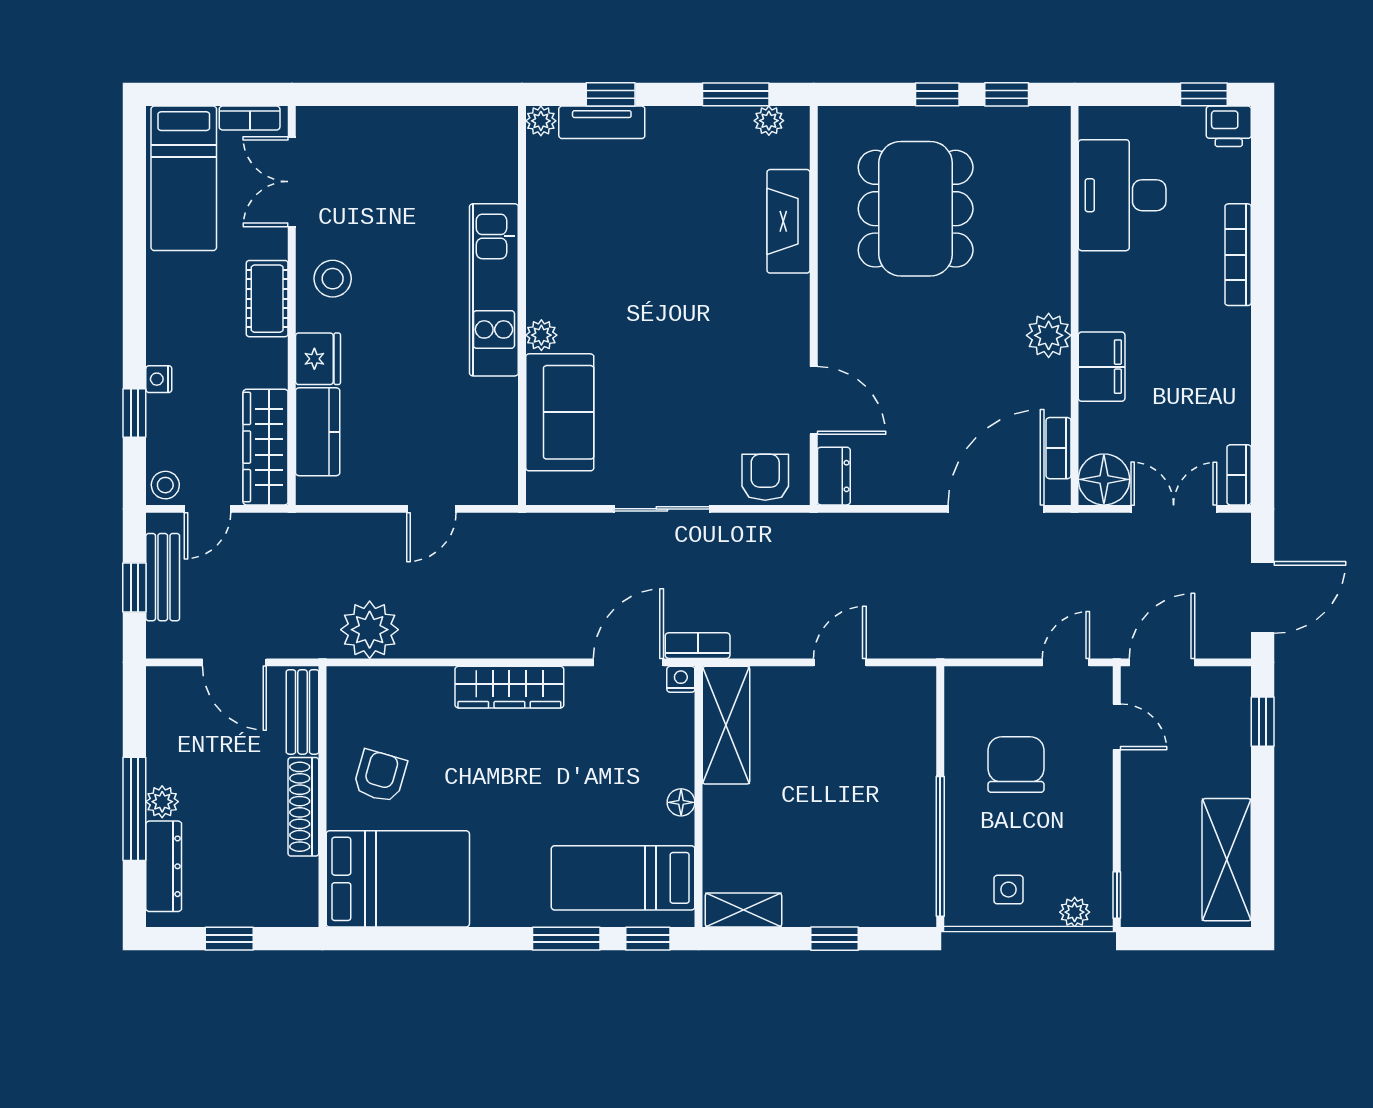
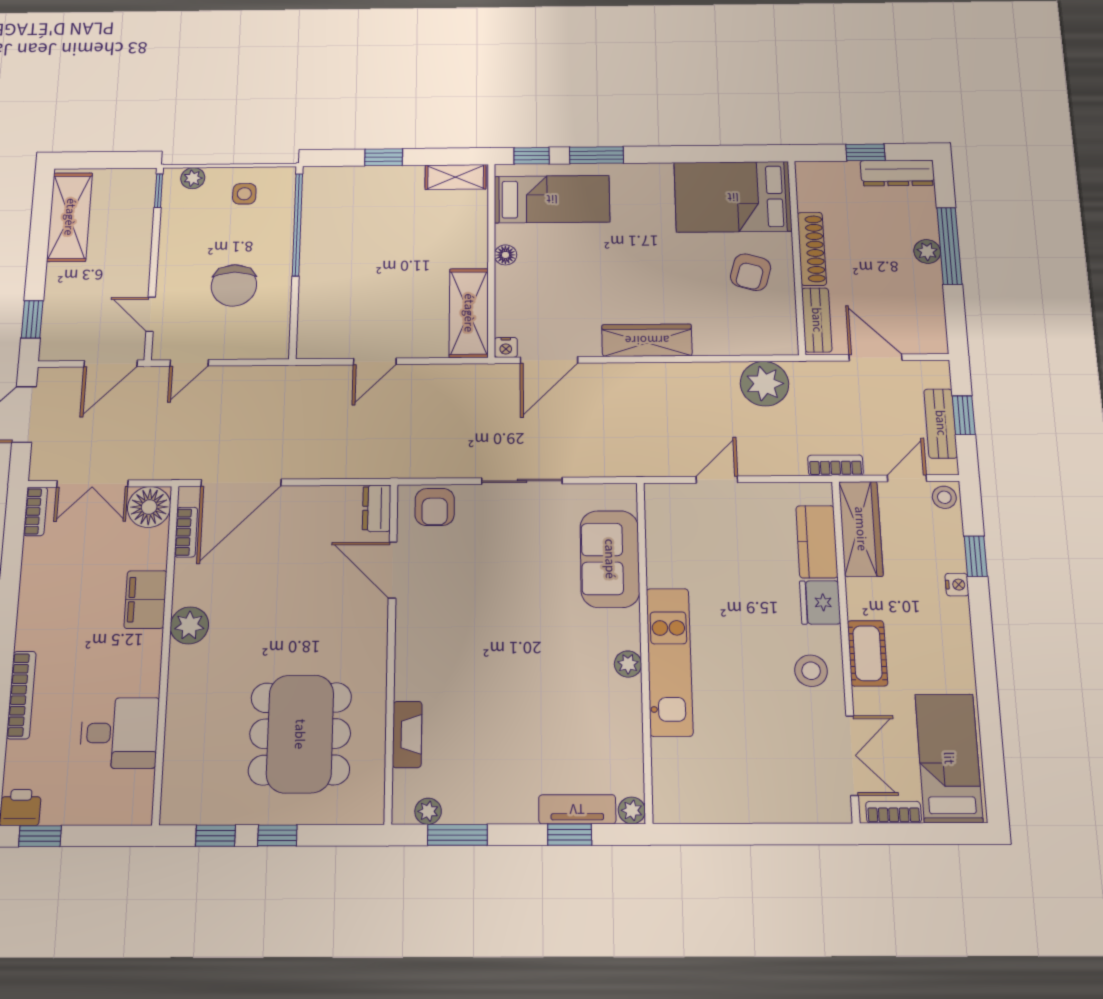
desk: (1122, 195) -> (119, 733), width x0.73
fireplace: (788, 221) -> (407, 734), width x0.73, depth x0.76
plant: (541, 335) -> (628, 664), moved
bookcase: (698, 646) -> (835, 465), moved, turned 180
dresser: (164, 866) -> (897, 173), moved, turned -90

